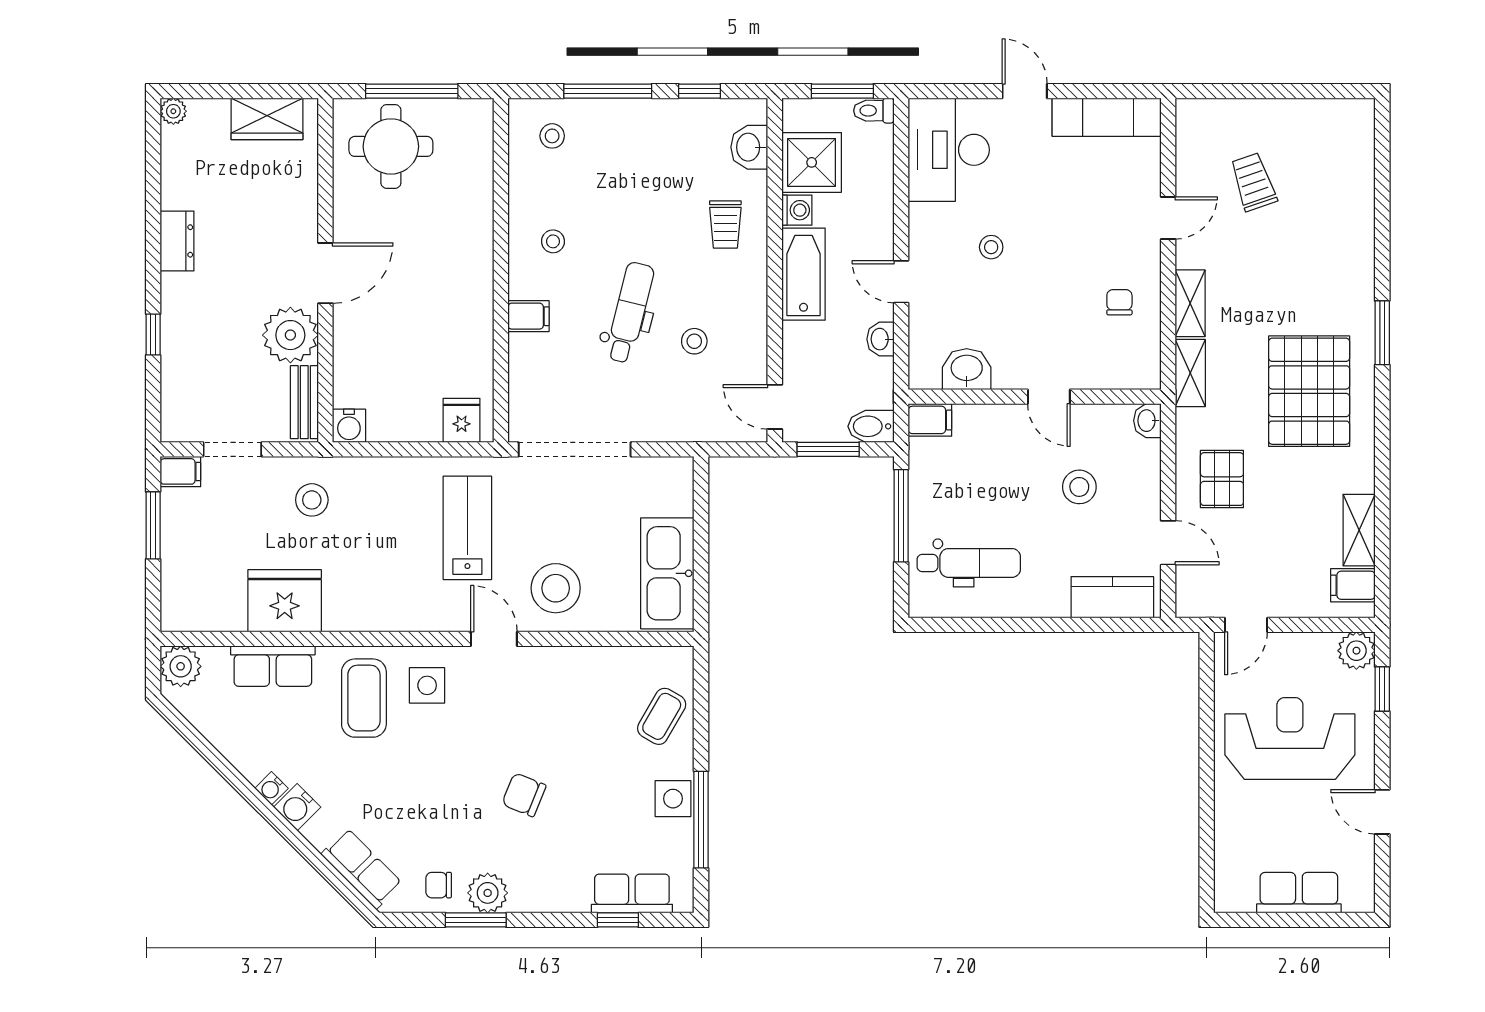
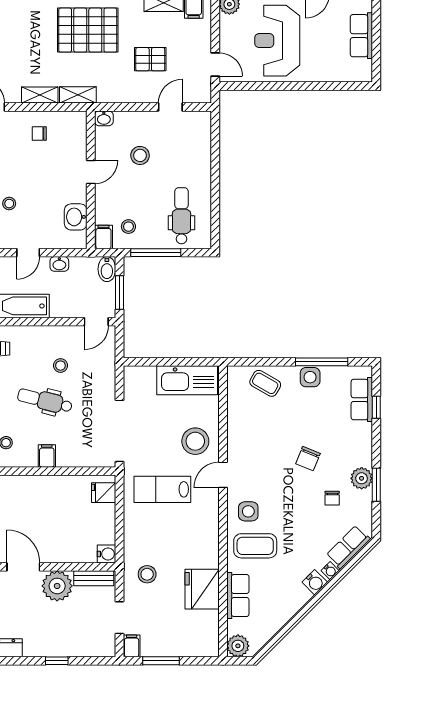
stool: (949, 466) -> (128, 227), added
pallet: (1222, 479) -> (150, 59), moved
kitchen counter: (1112, 597) -> (200, 137), removed
water cooler: (271, 788) -> (330, 571), moved
chair: (439, 885) -> (332, 498), moved

